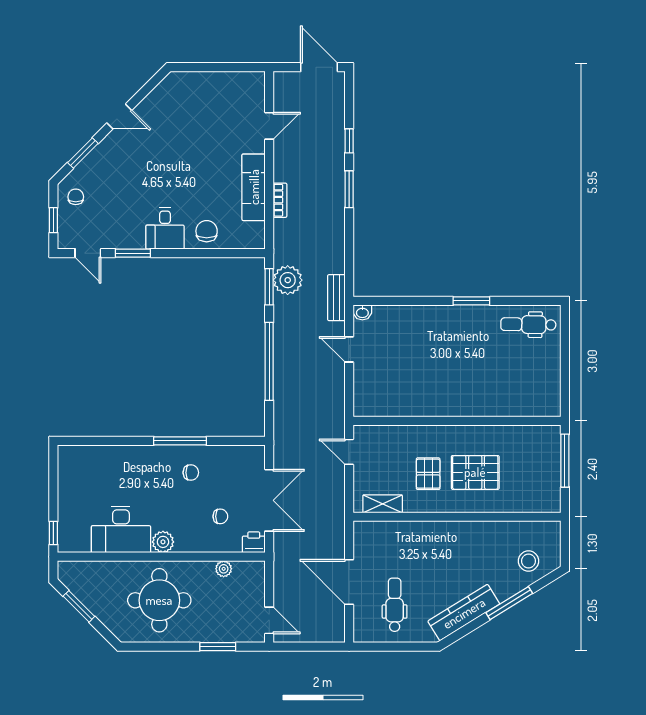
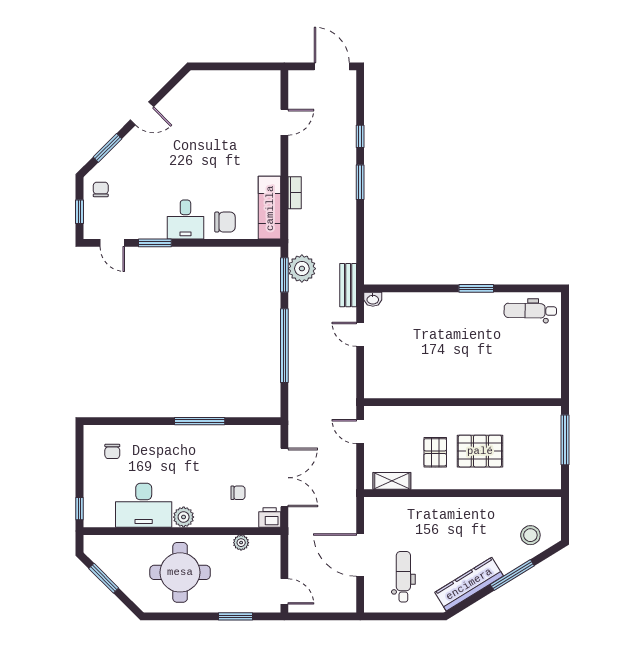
exam couch: (254, 187) -> (270, 208), moved
chair: (207, 231) -> (225, 222), turned 90
chair: (191, 473) -> (112, 451), moved, turned 90

